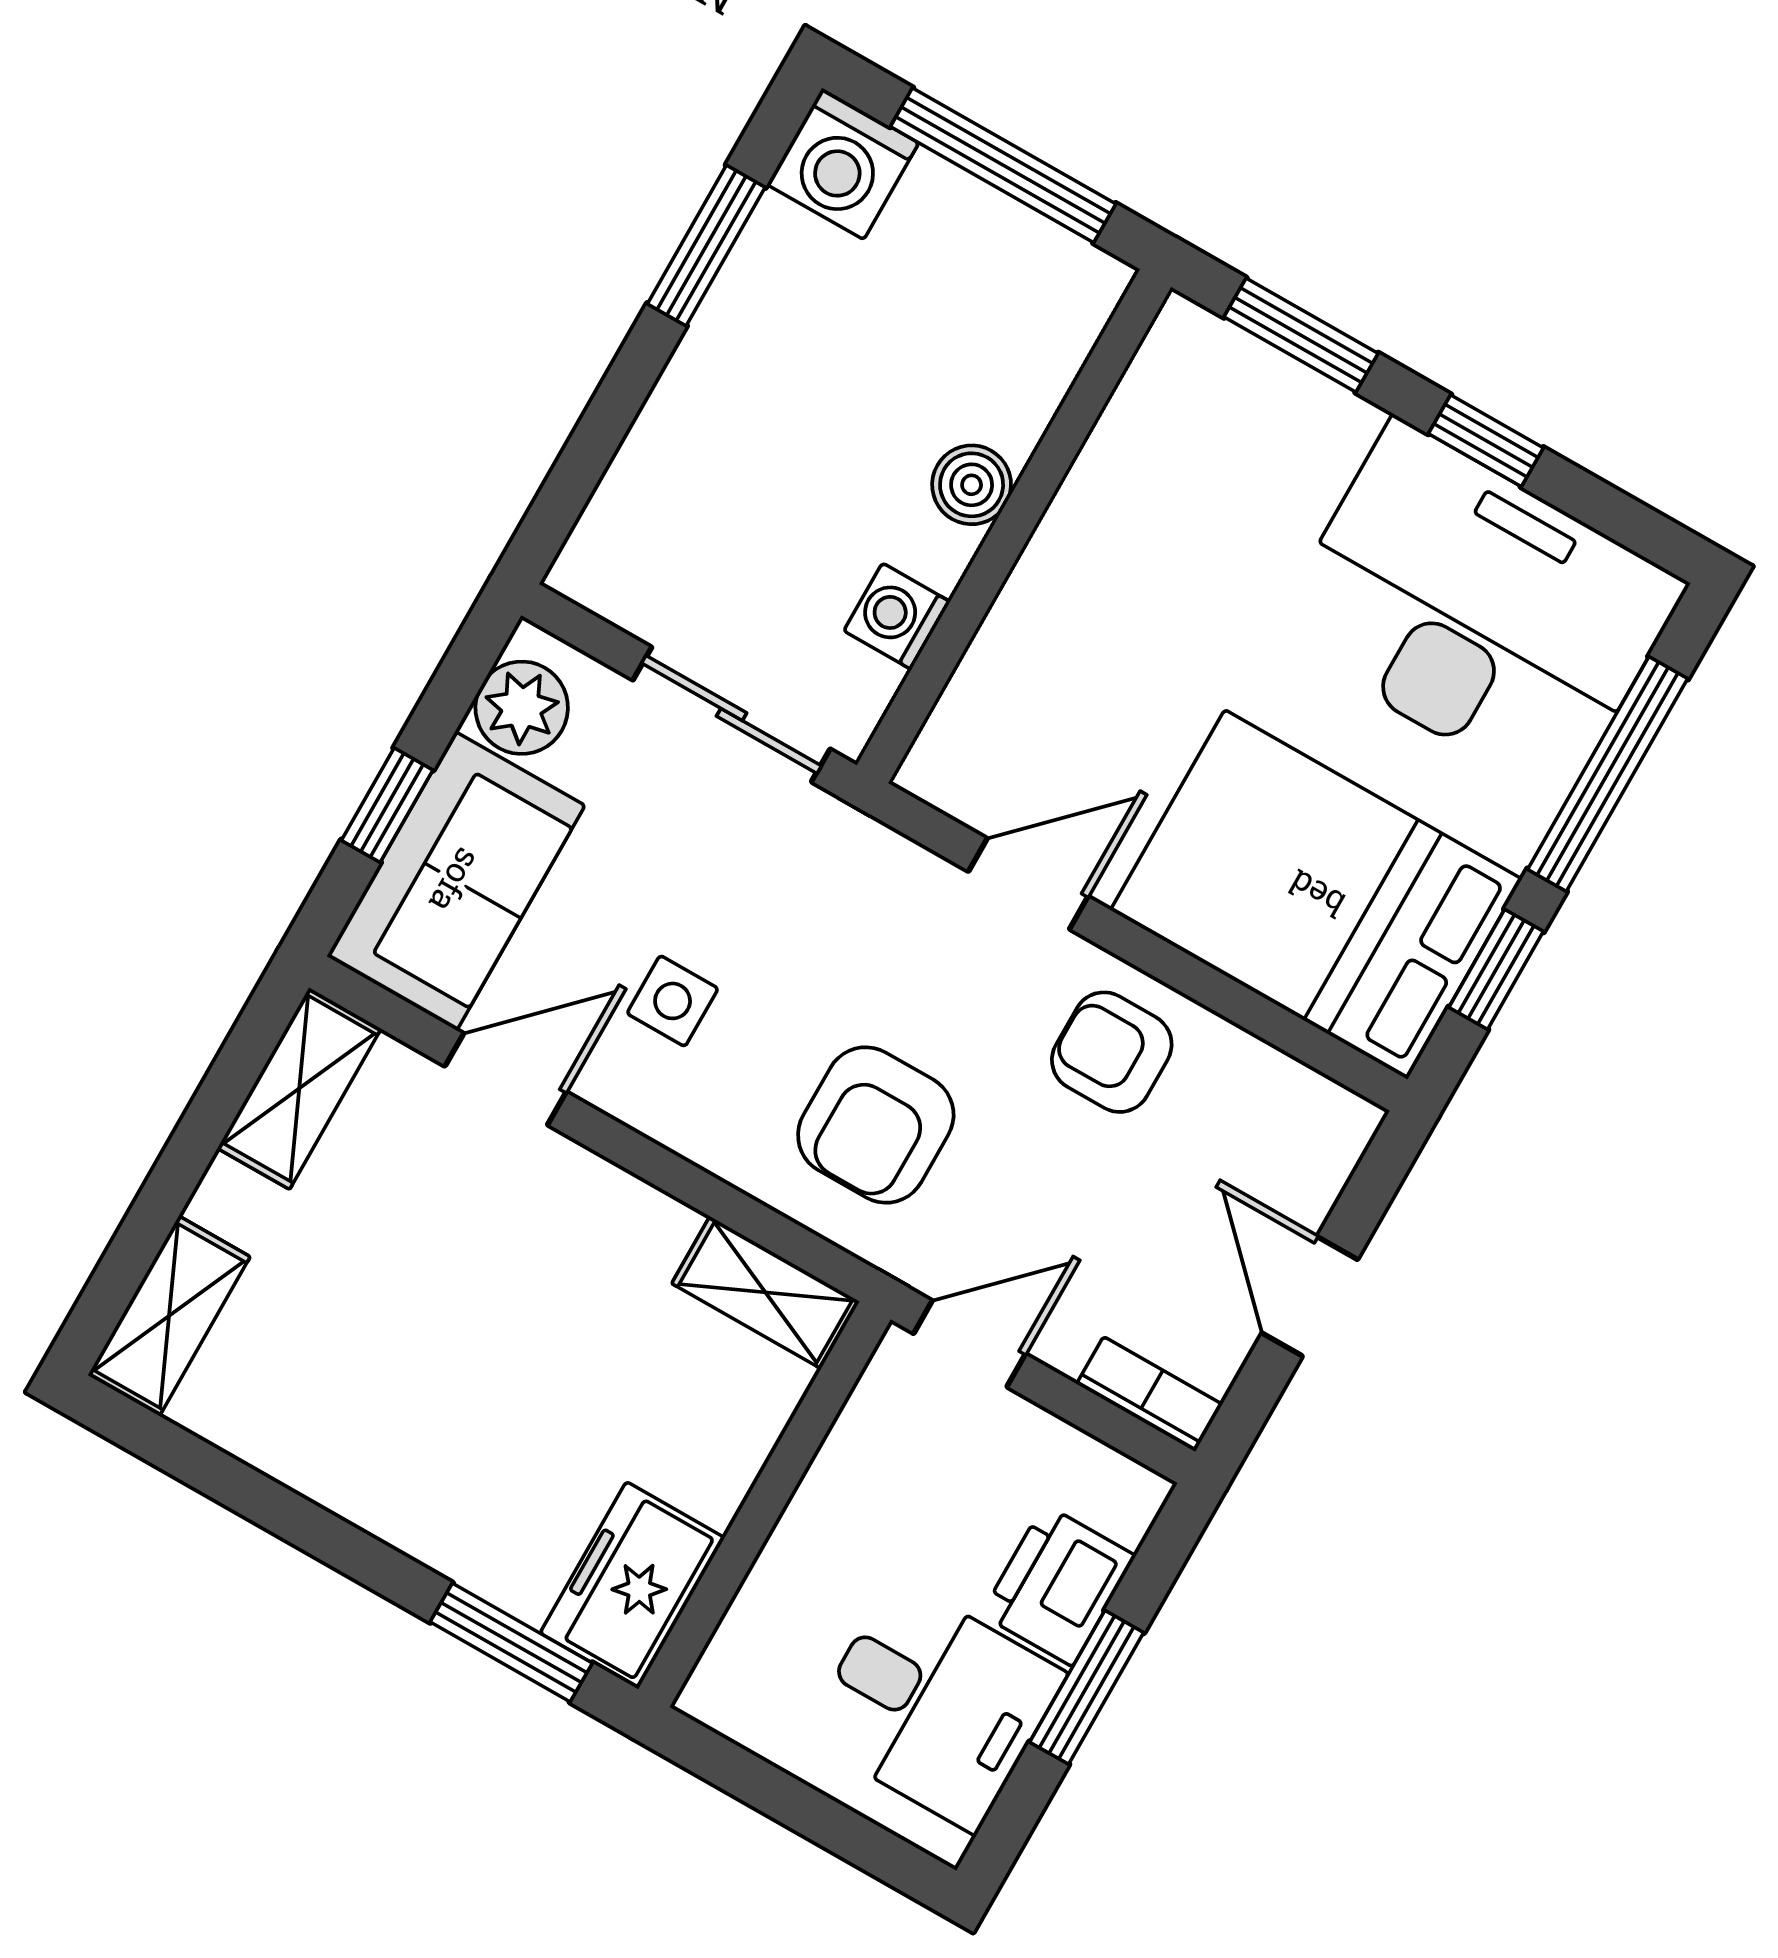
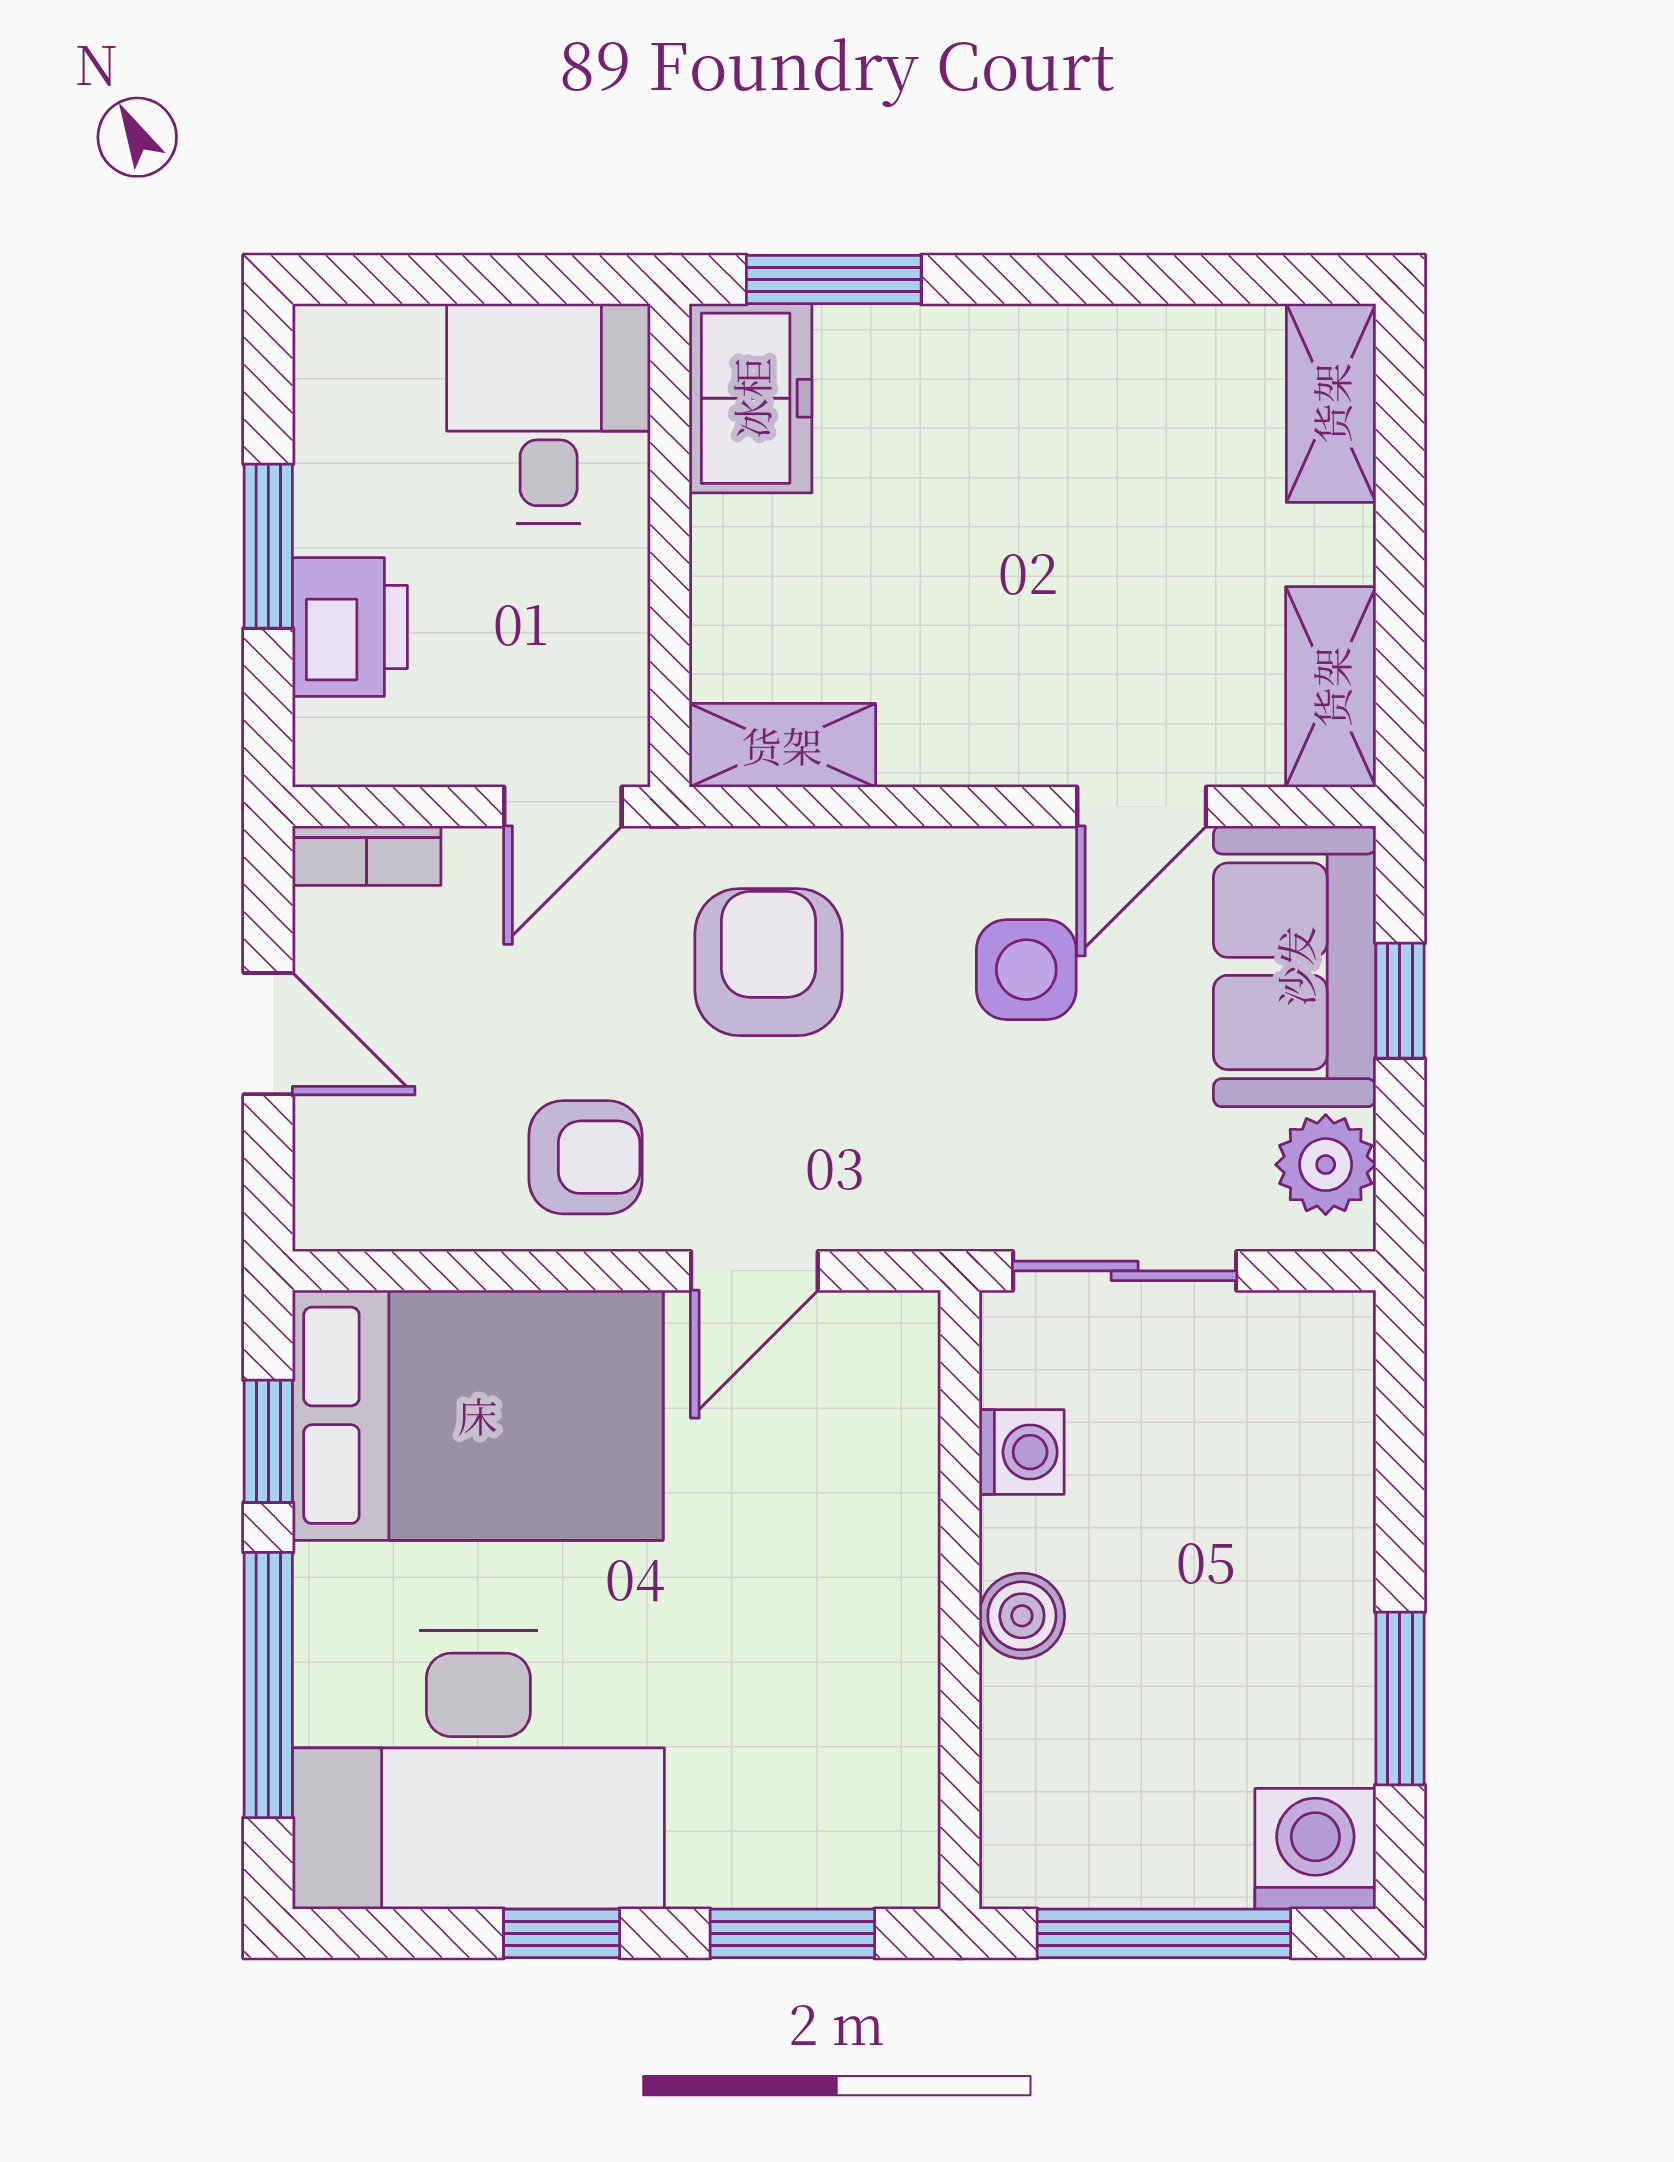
side table: (673, 1001) -> (1026, 970), width x1.37, depth x1.37
desk: (934, 1705) -> (549, 413), moved, turned 90

